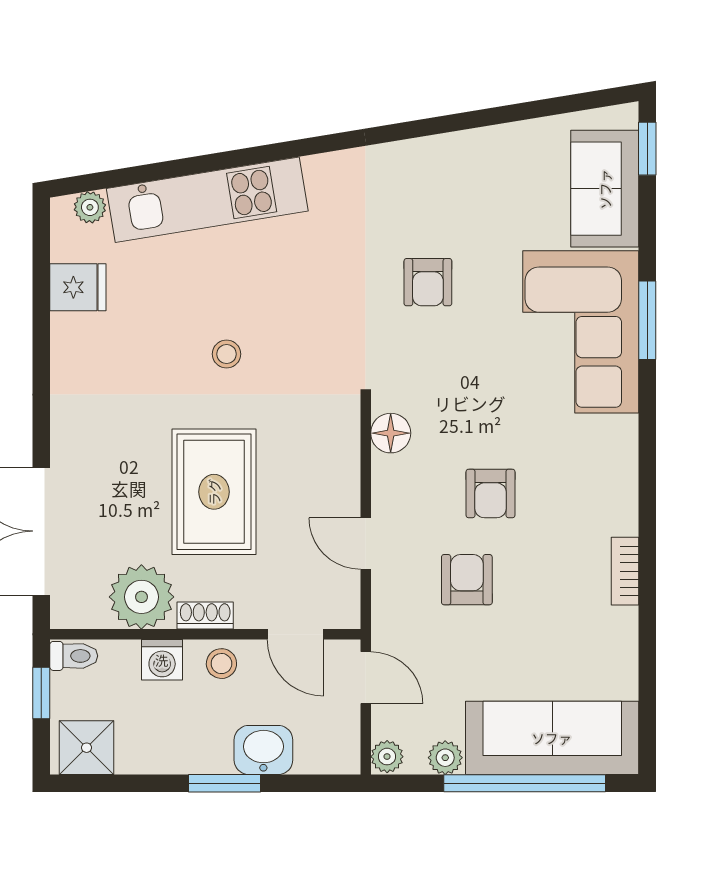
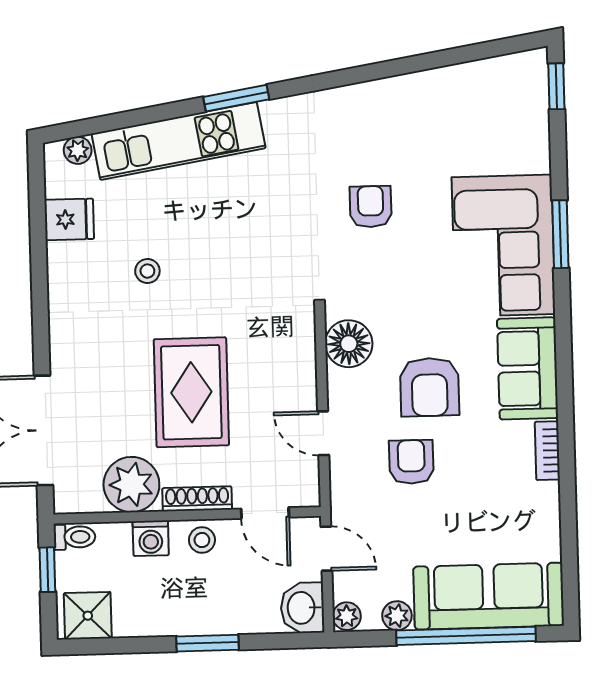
window: (276, 152) -> (236, 98), added
sofa: (605, 189) -> (528, 368), moved
armchair: (428, 282) -> (371, 207), turned 180
stool: (227, 354) -> (147, 271), moved
floor lamp: (391, 433) -> (349, 344), width x1.38, depth x1.38
armchair: (491, 493) -> (430, 387), width x1.38, depth x1.38
shoe rack: (205, 616) -> (197, 499), width x1.43
washbasin: (263, 750) -> (302, 608), moved, turned -90

